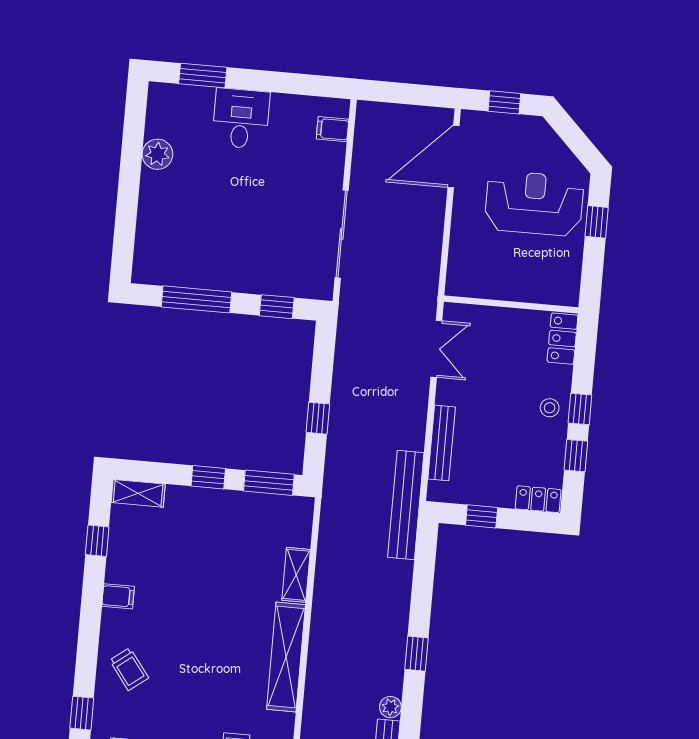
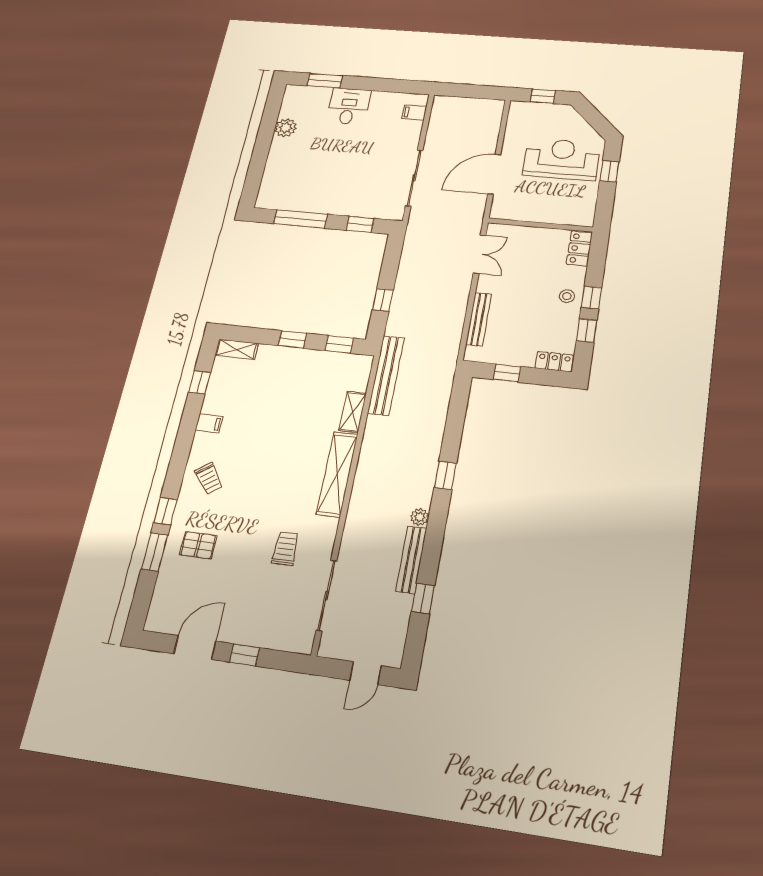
door: (454, 157) -> (494, 174), moved
window: (269, 483) -> (339, 344), width x0.67
bench: (406, 505) -> (386, 375), moved

